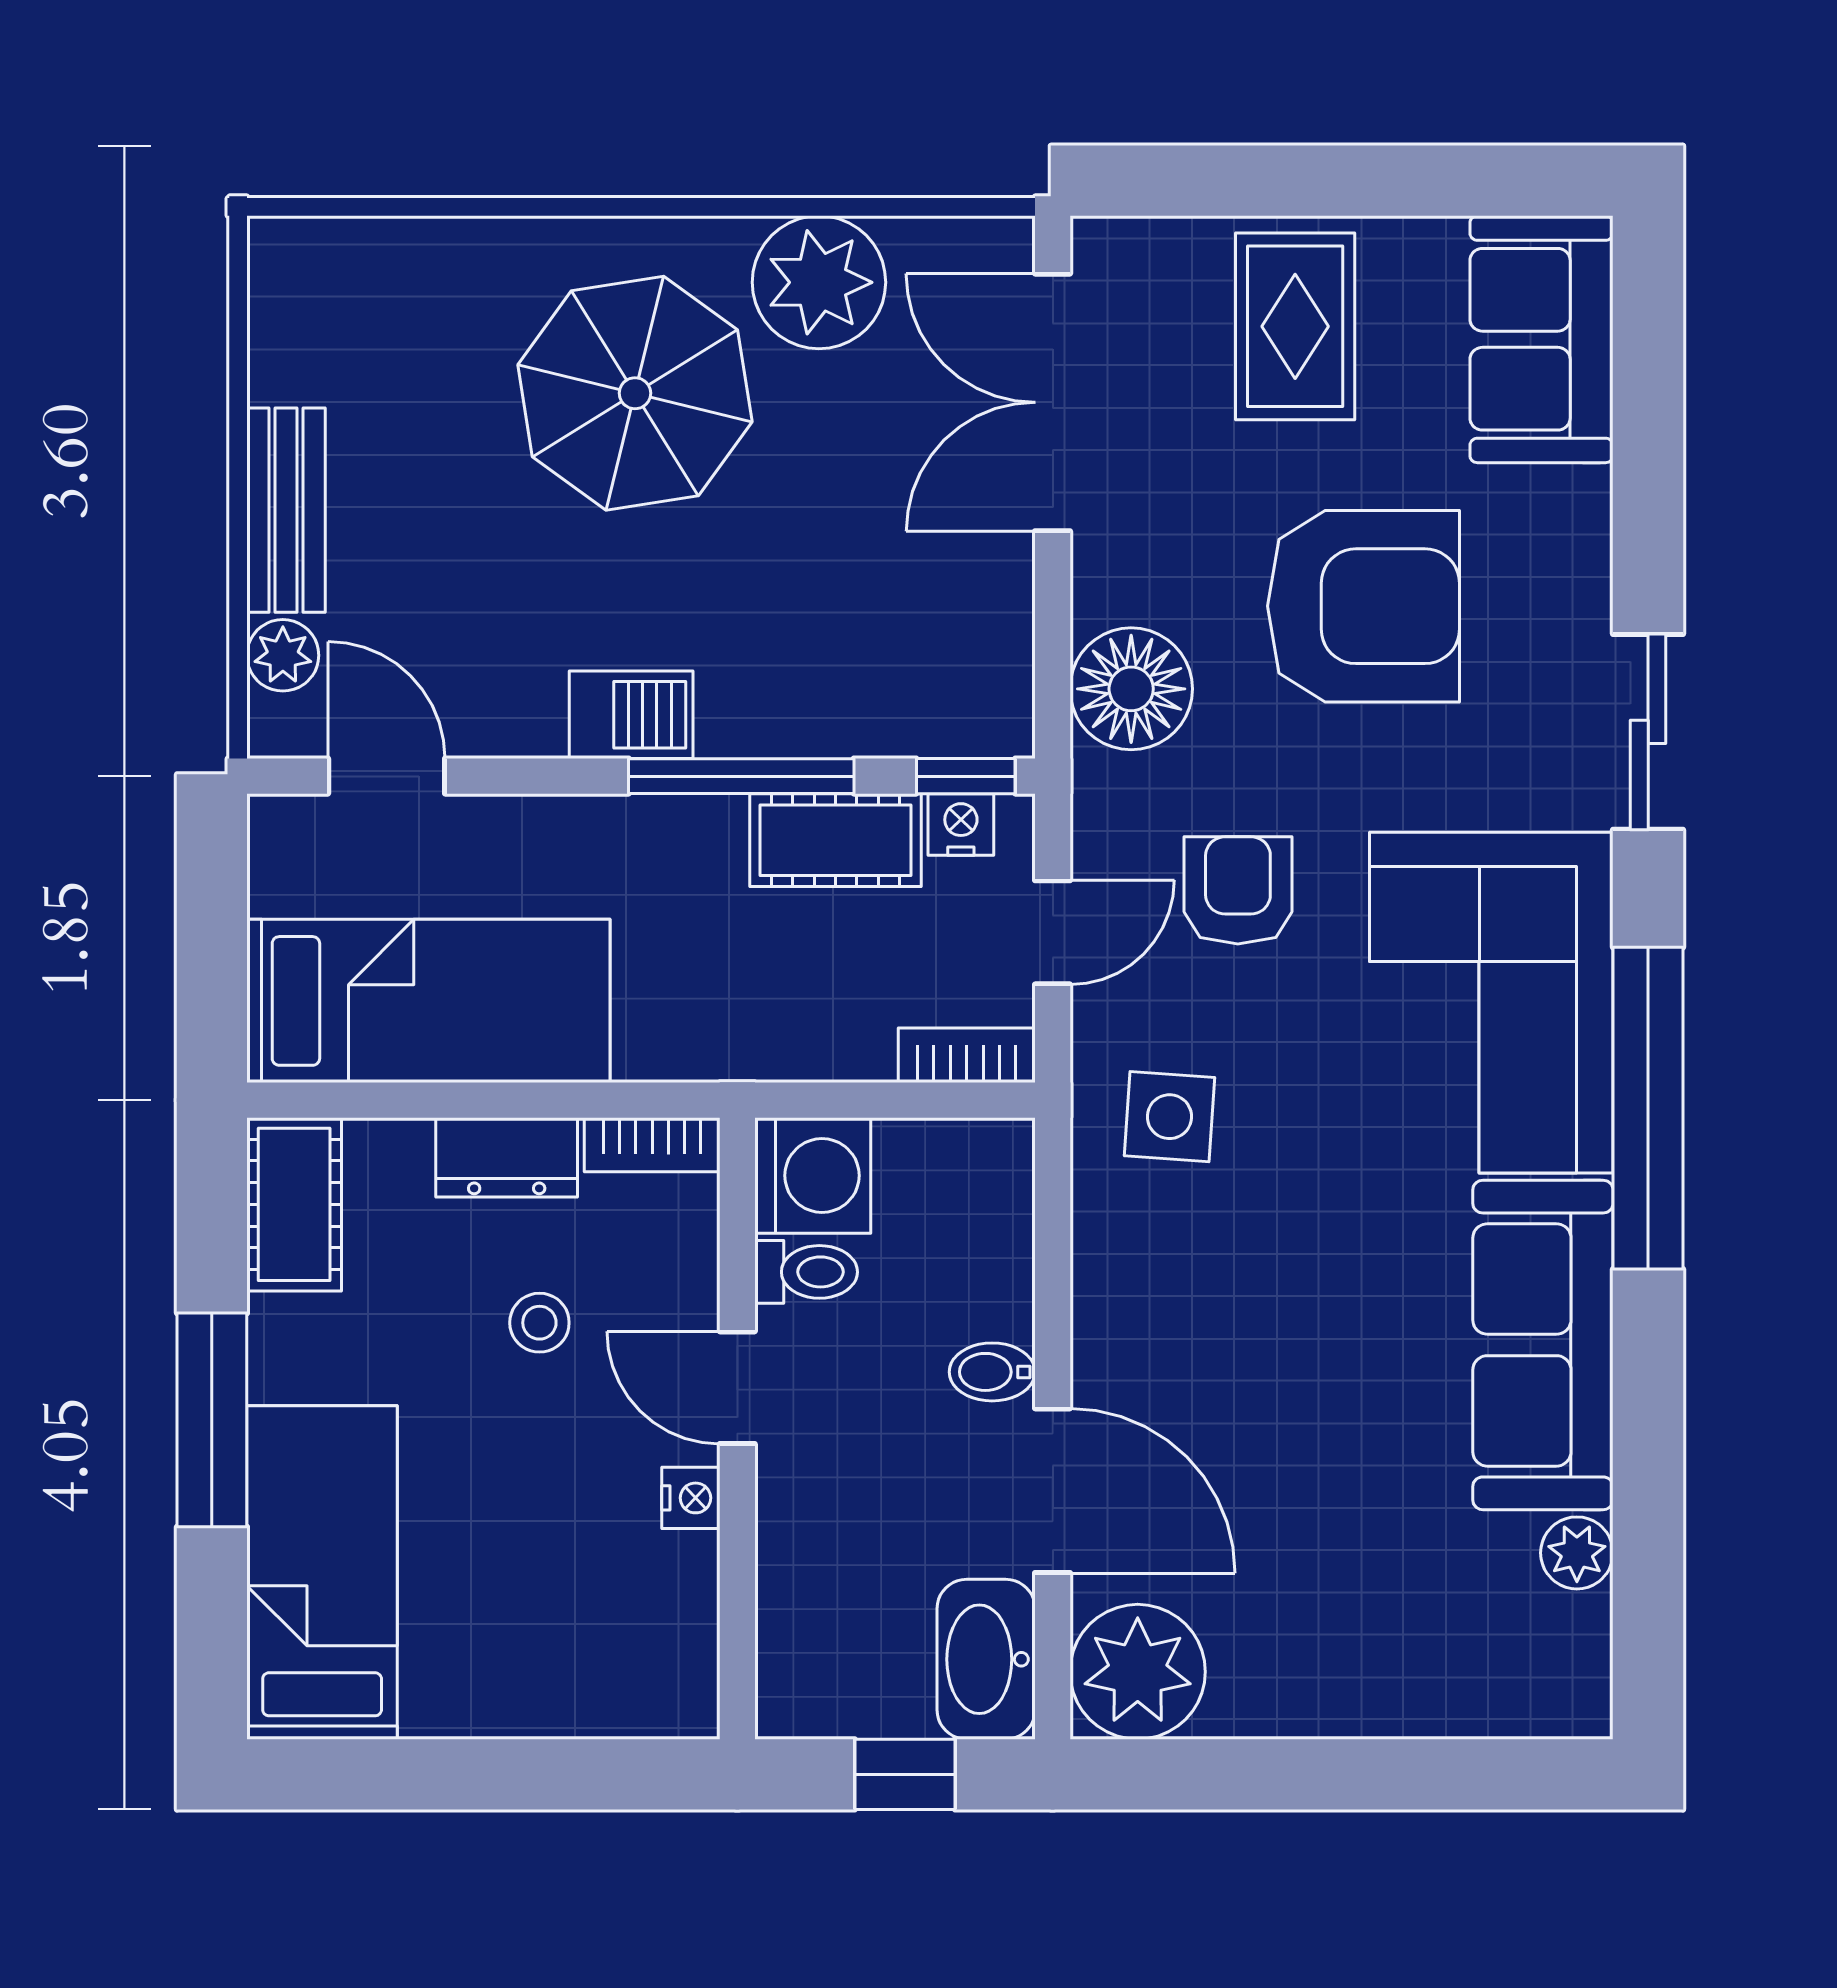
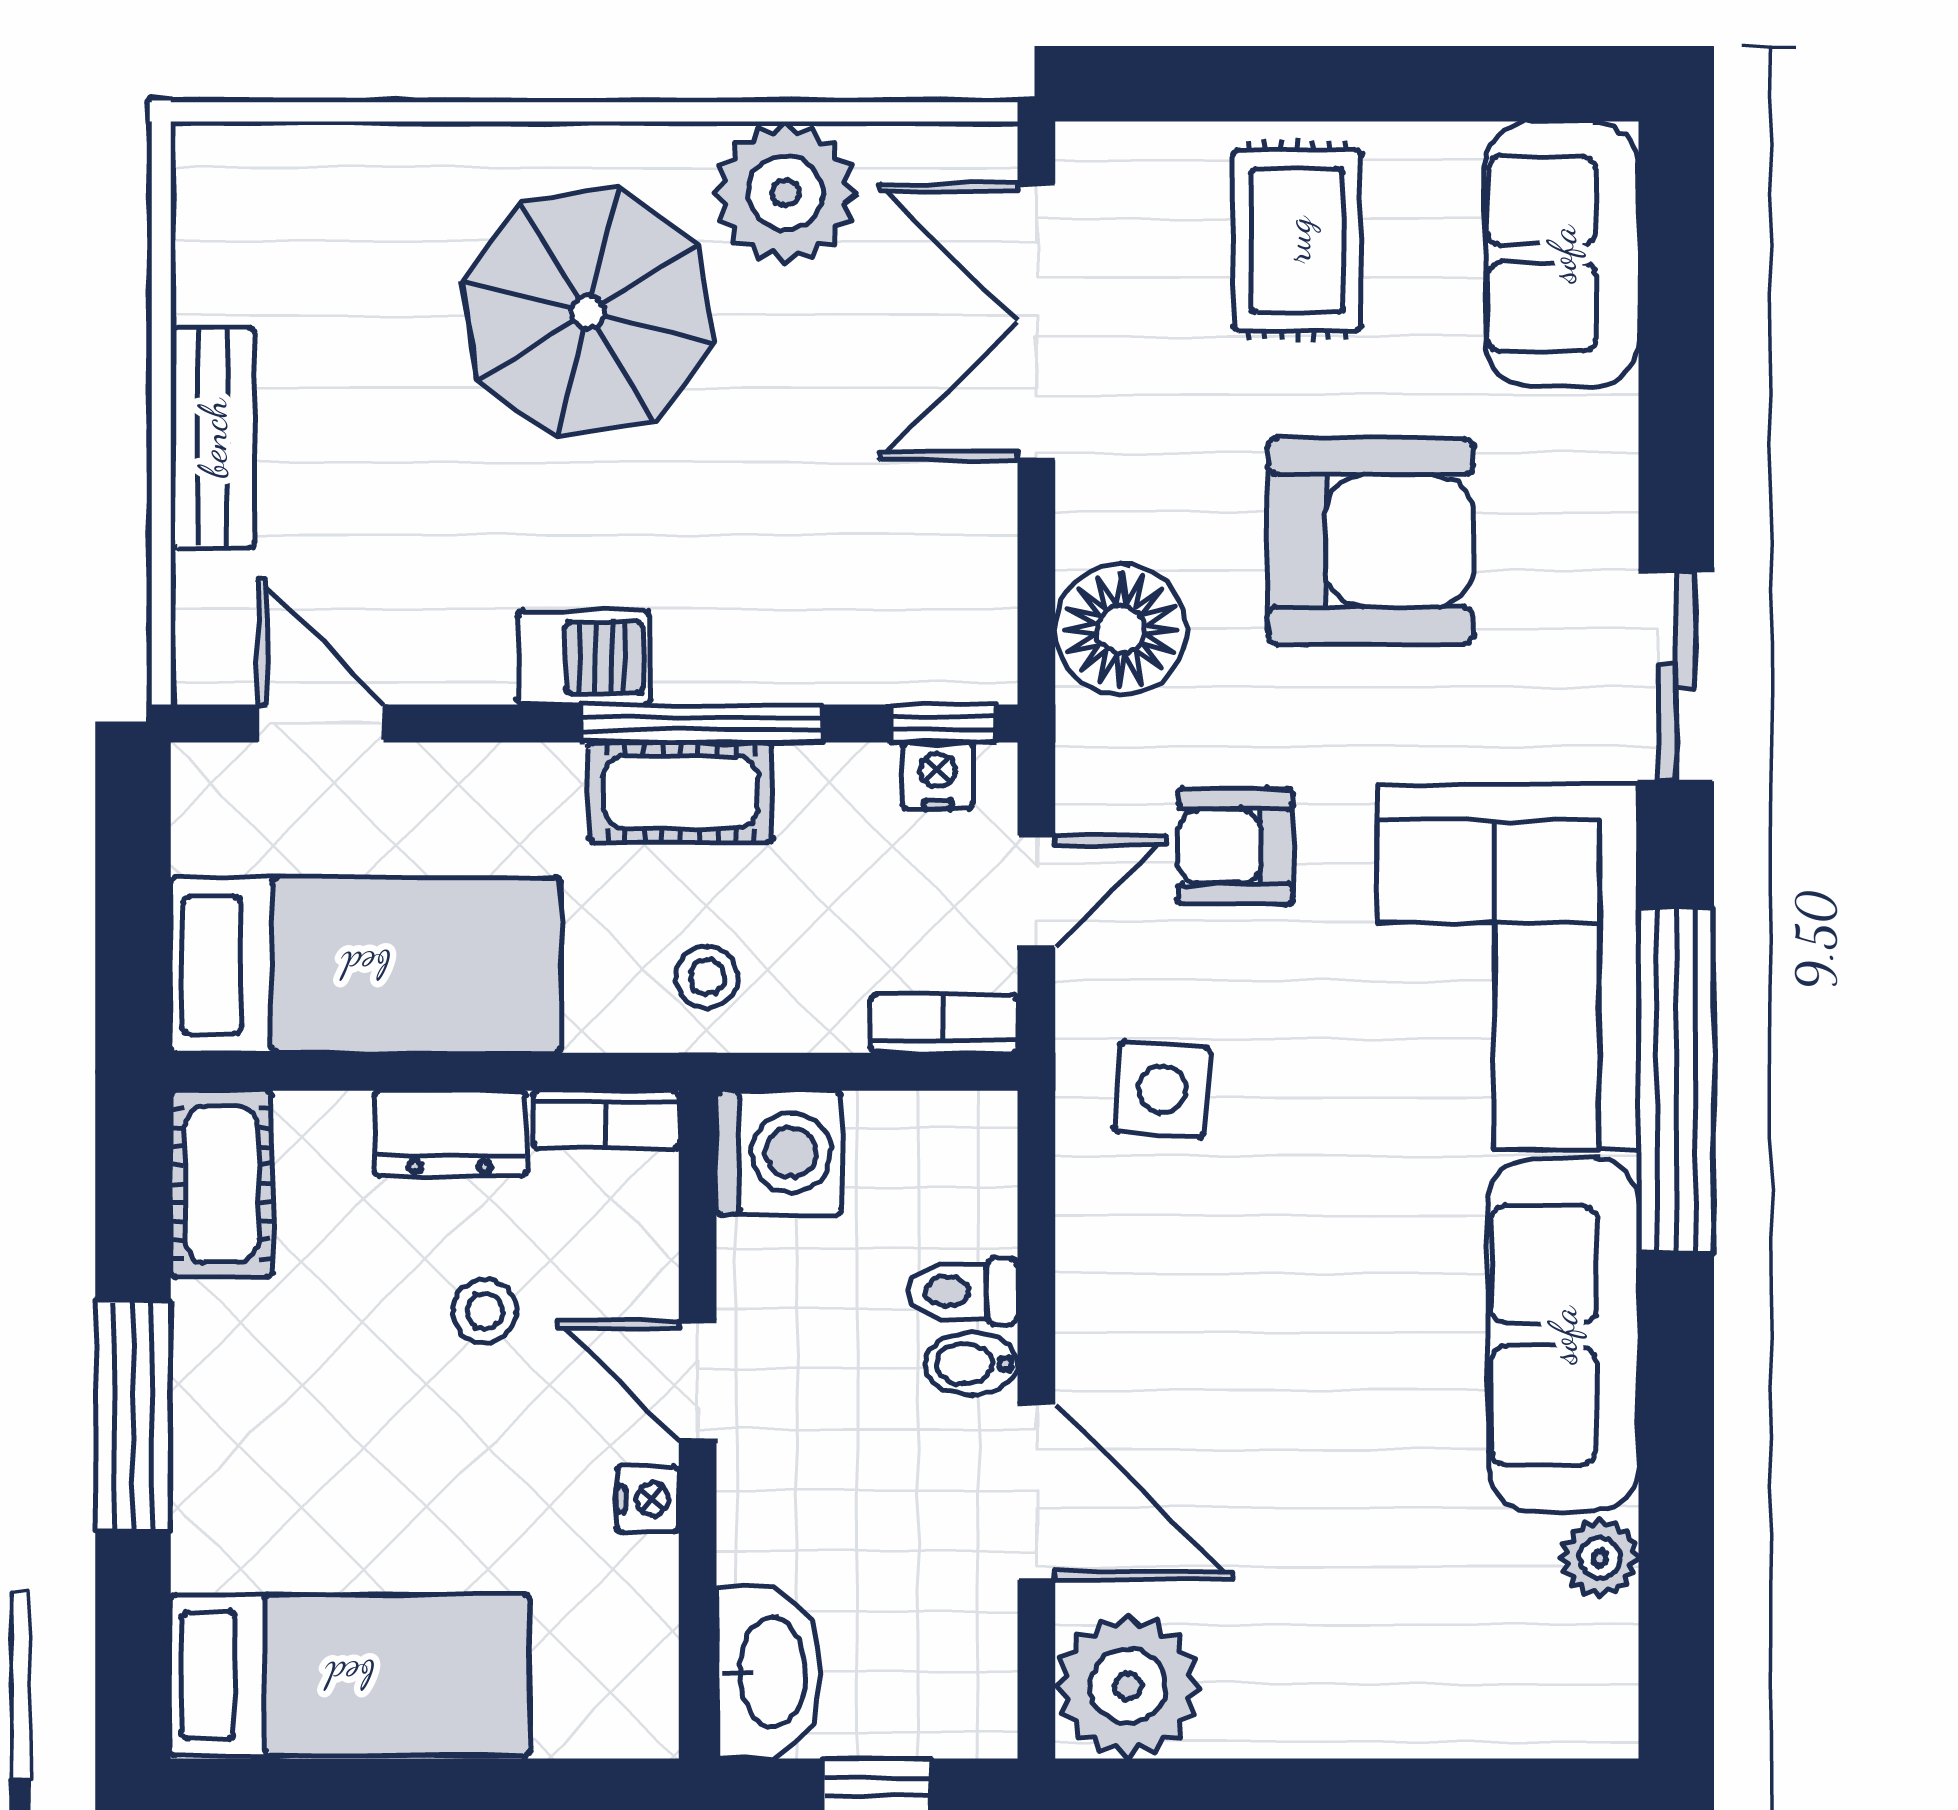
plant: (283, 655) -> (209, 594), removed
cot: (835, 840) -> (680, 792), moved
armchair: (1238, 890) -> (1236, 846), turned -90
stool: (746, 1012) -> (707, 977), added
toilet: (806, 1272) -> (962, 1291), moved, turned 180
bed: (322, 1572) -> (350, 1675), moved, turned 90
washbasin: (986, 1659) -> (769, 1673), moved, turned 180

